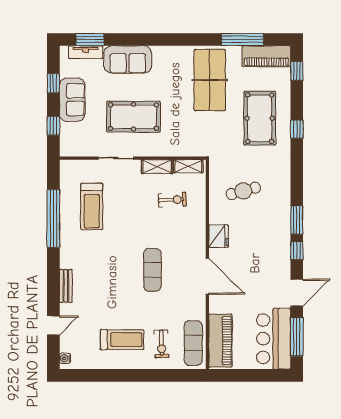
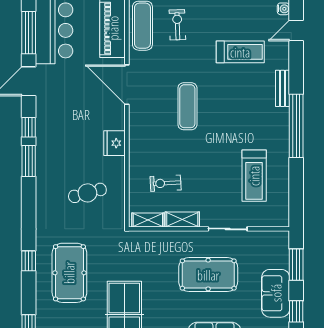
window: (53, 126) -> (296, 265), width x1.50
treadmill: (92, 207) -> (254, 176), turned 180
window: (53, 218) -> (296, 126), moved
door: (207, 276) -> (127, 85), moved
door: (53, 325) -> (296, 30), moved
treadmill: (122, 340) -> (240, 52), moved, turned 180

